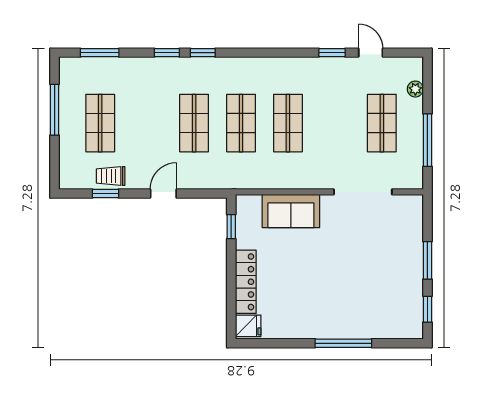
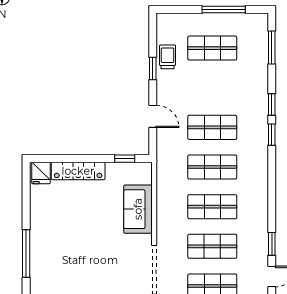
shop shelf: (335, 123) -> (212, 246), added
window: (106, 193) -> (153, 68), moved
door: (163, 193) -> (153, 116), moved

